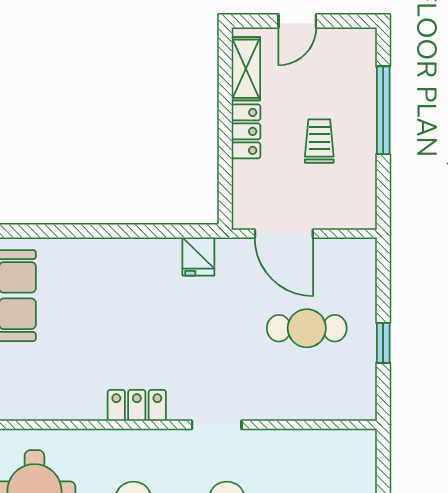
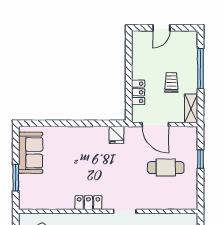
shelving: (246, 69) -> (191, 108), moved
locker: (246, 131) -> (138, 92), moved
window: (383, 343) -> (200, 159), moved

